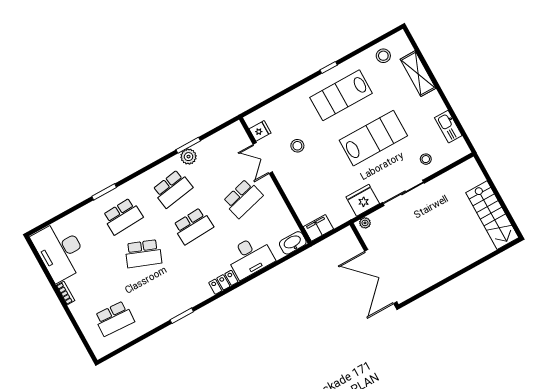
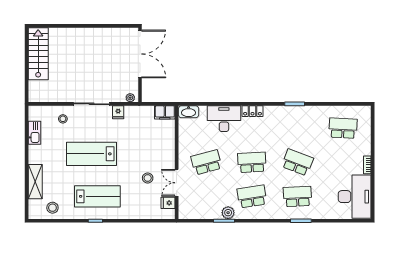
double door: (263, 158) -> (177, 183), swing flipped
fridge: (363, 200) -> (118, 112), width x0.53, depth x0.75

